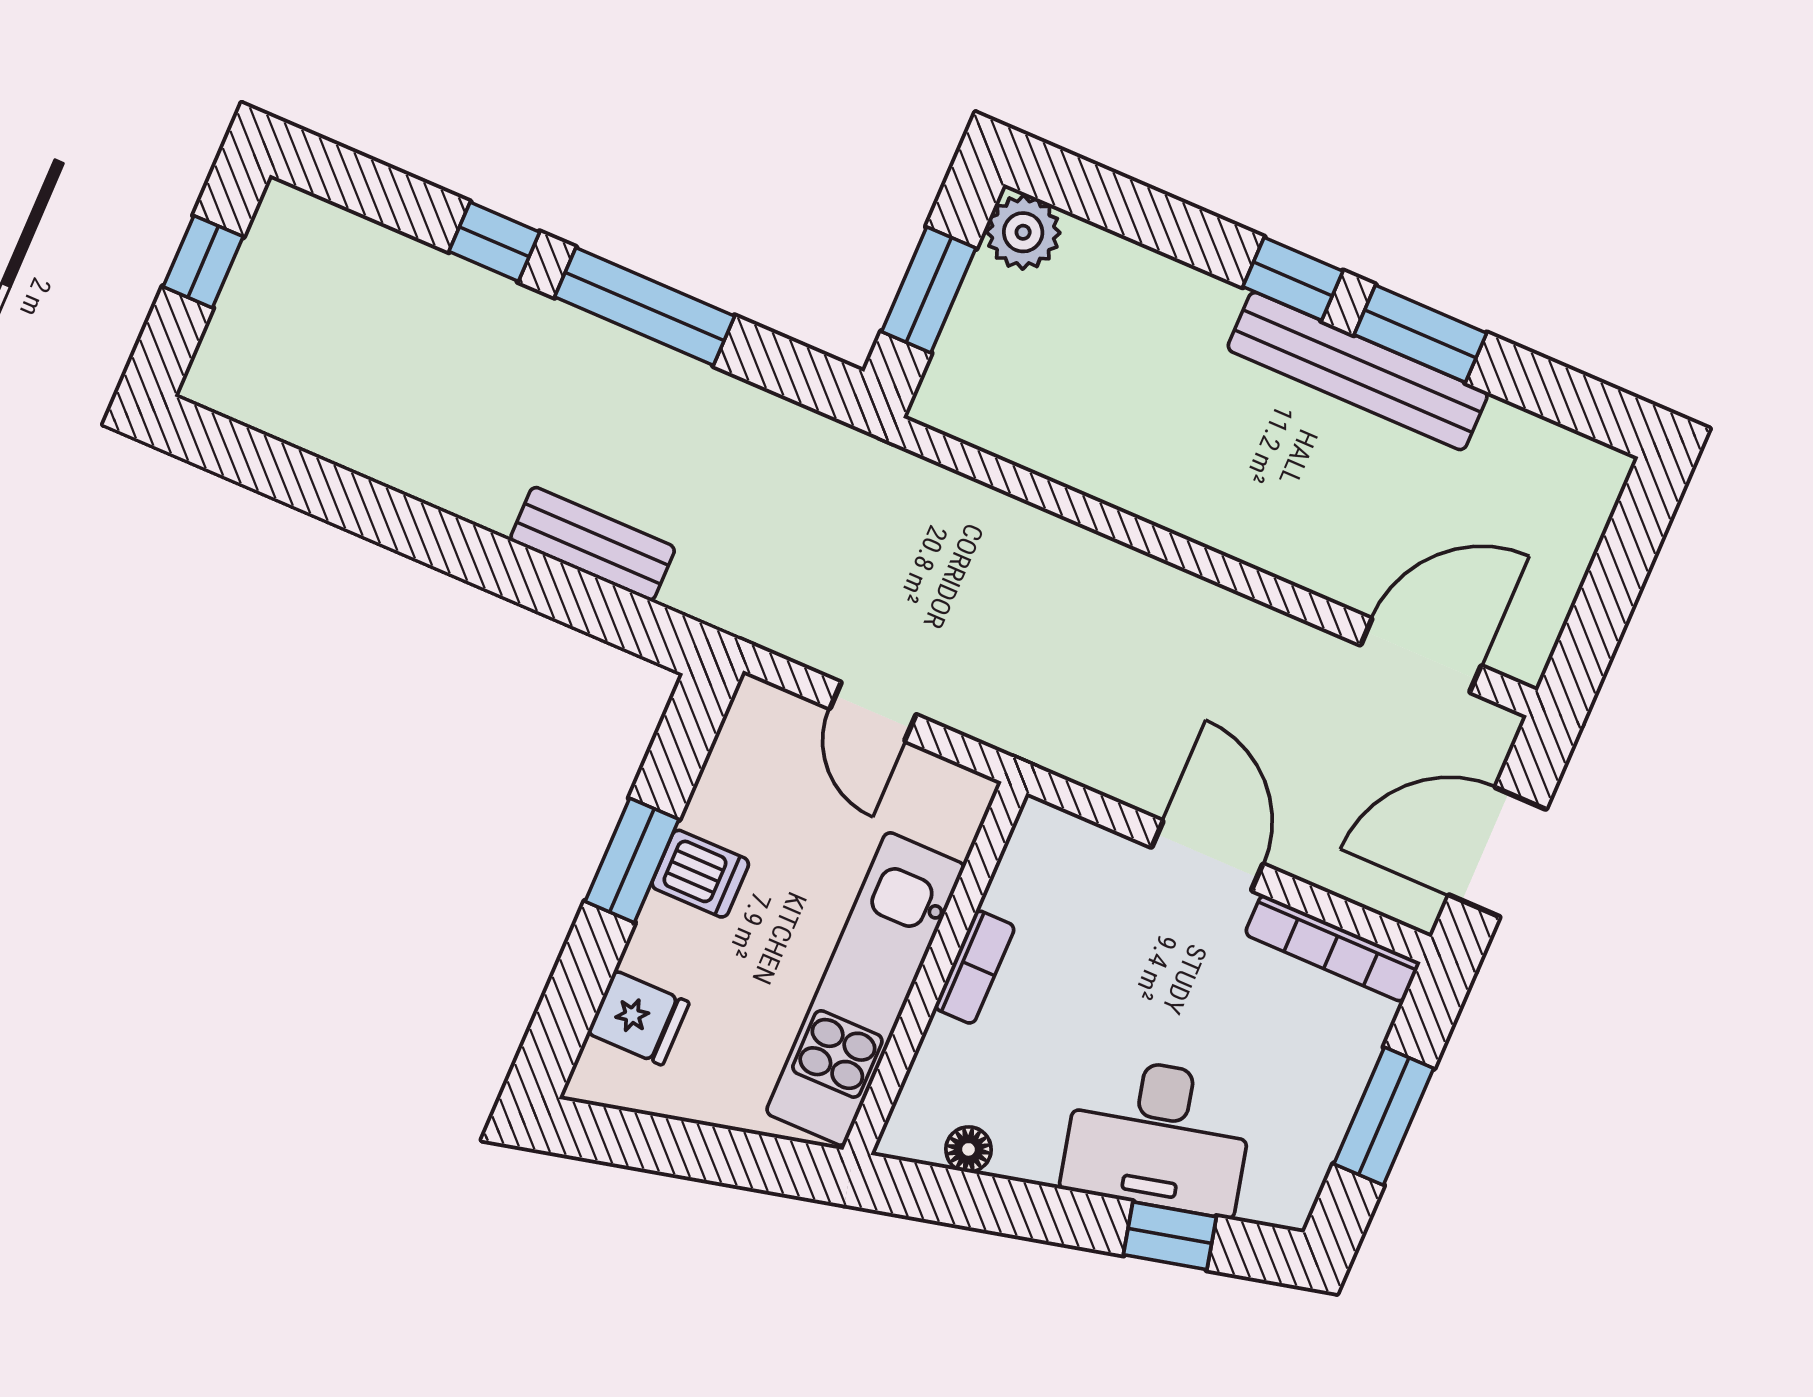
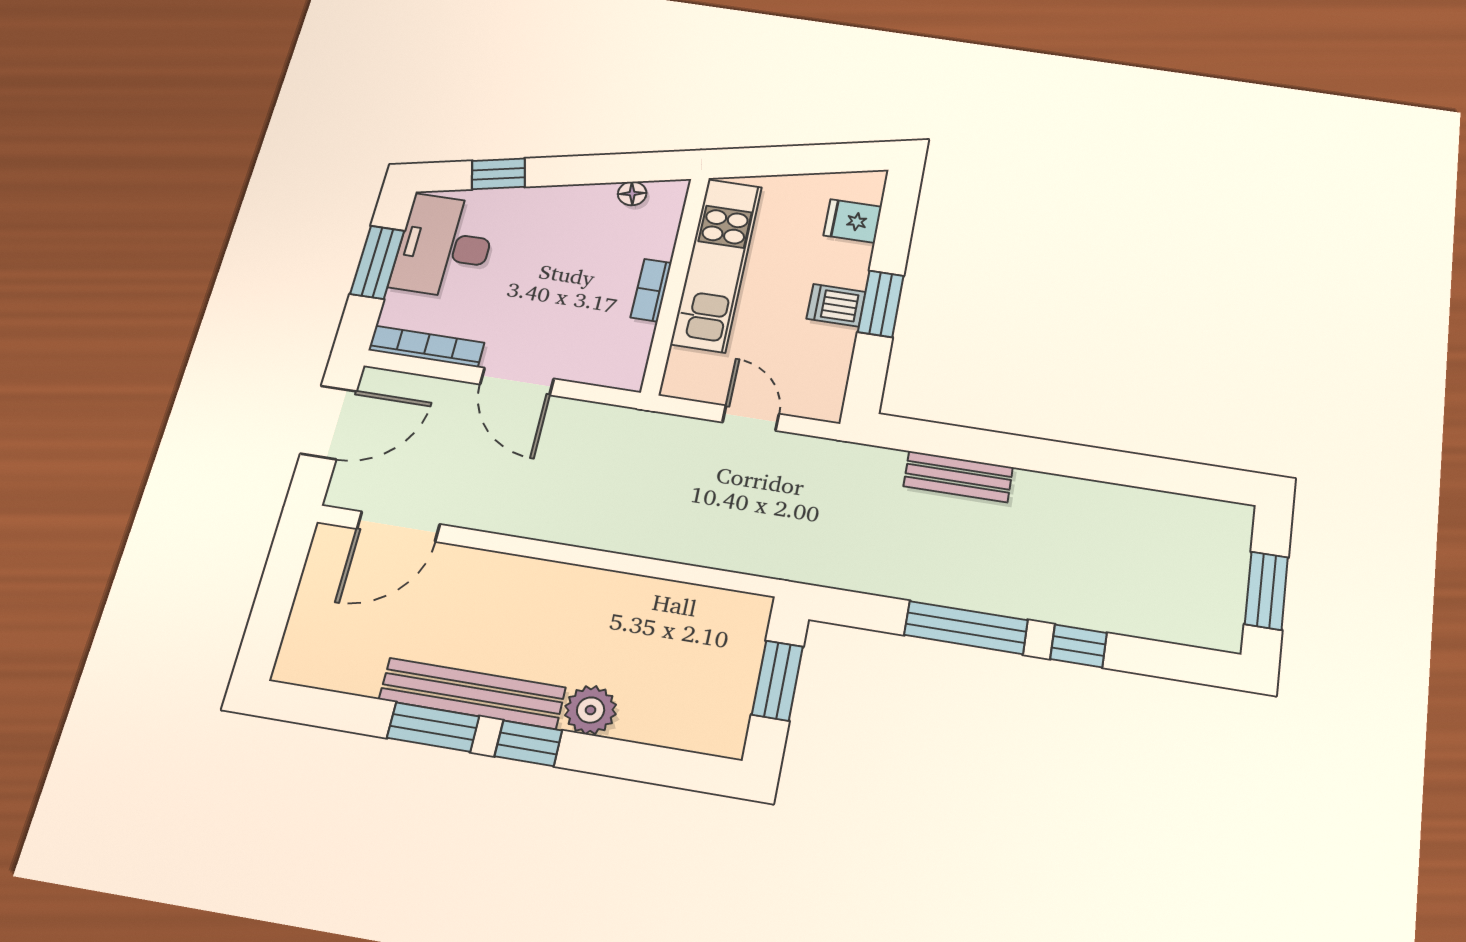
plant: (1023, 232) -> (591, 710), moved
window: (203, 262) -> (1266, 591), width x1.50
desk: (1158, 1136) -> (444, 246), moved, turned -77

